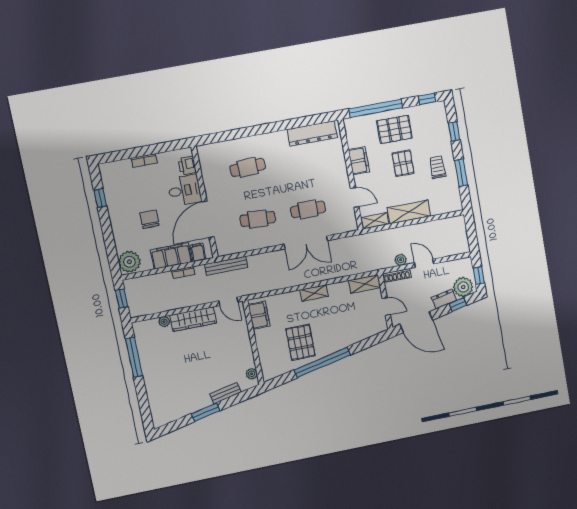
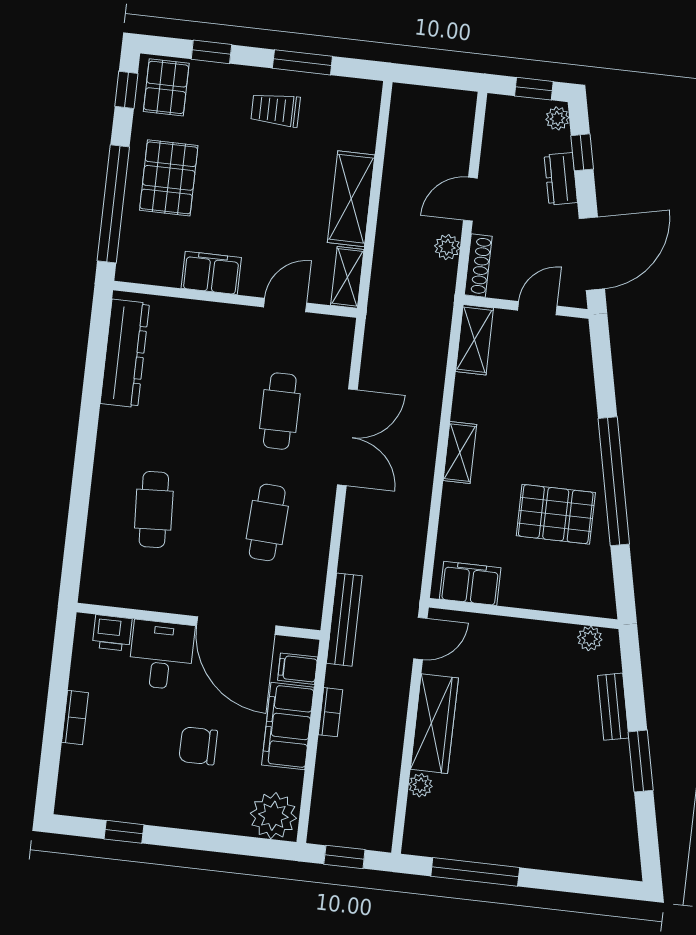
pallet: (403, 163) -> (166, 87), moved, turned 90
plant: (463, 287) -> (557, 118), width x0.53, depth x0.53

